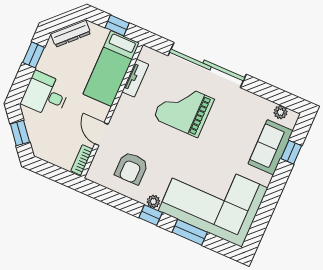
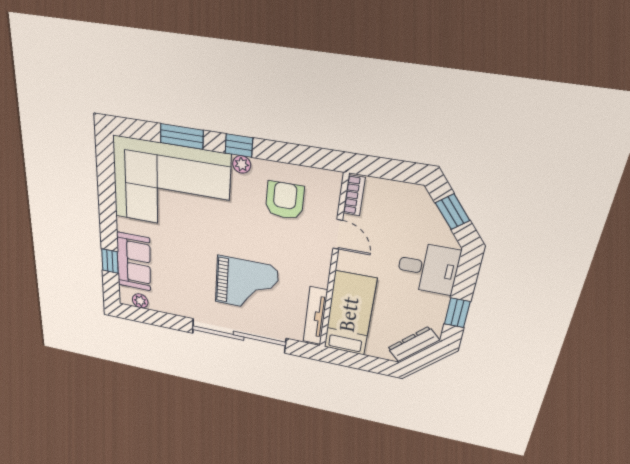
window: (117, 25) -> (358, 361), removed
tv unit: (135, 78) -> (315, 316), width x1.41

